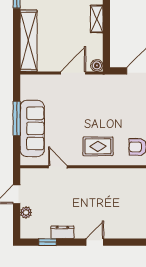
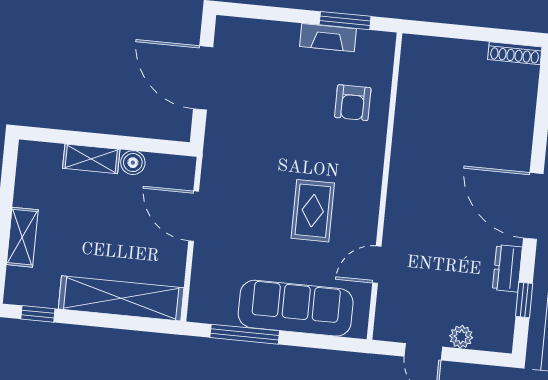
boiler: (97, 66) -> (133, 163), moved
window: (17, 118) -> (245, 334), moved
rug: (98, 146) -> (313, 211), moved
door: (95, 242) -> (533, 206), width x1.87

